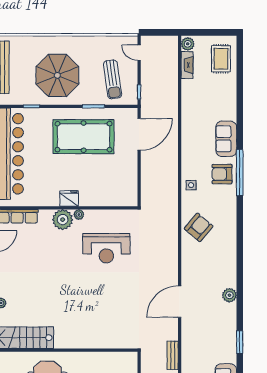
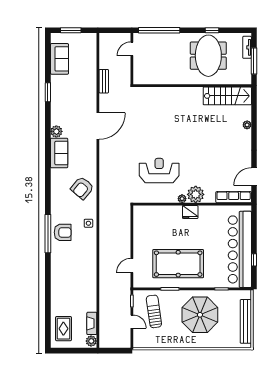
door: (139, 53) -> (132, 322), moved
door: (139, 134) -> (132, 266), width x0.53
sofa: (226, 139) -> (59, 153), moved

